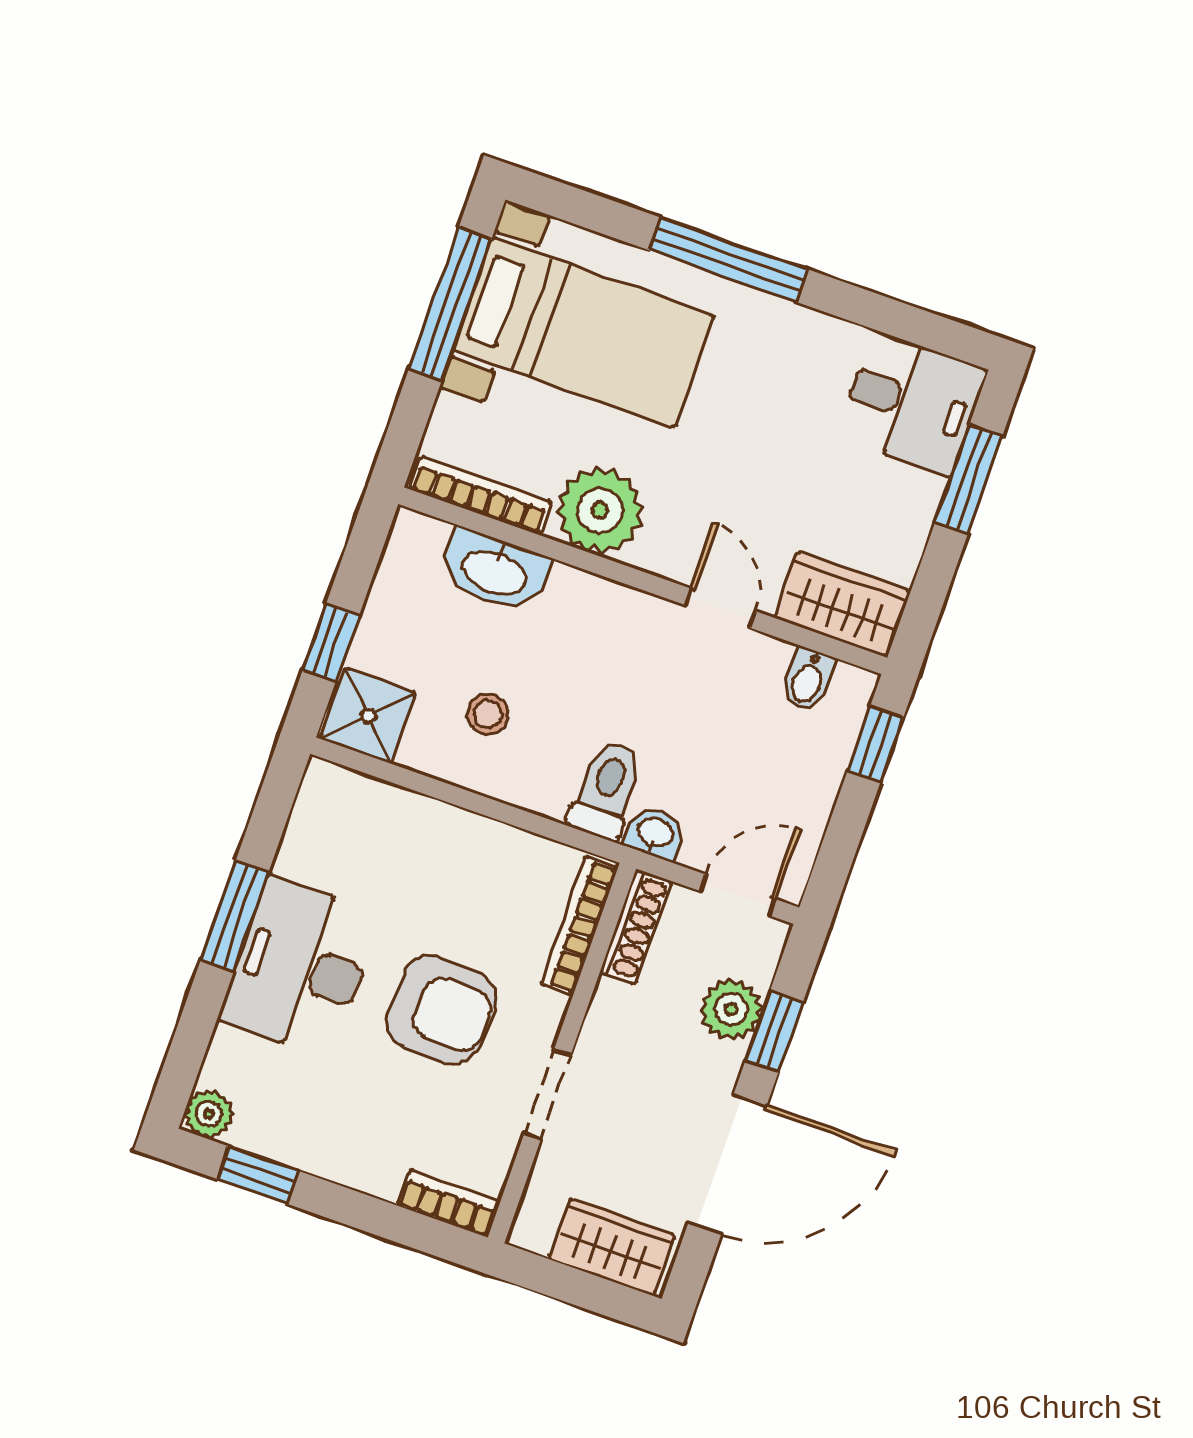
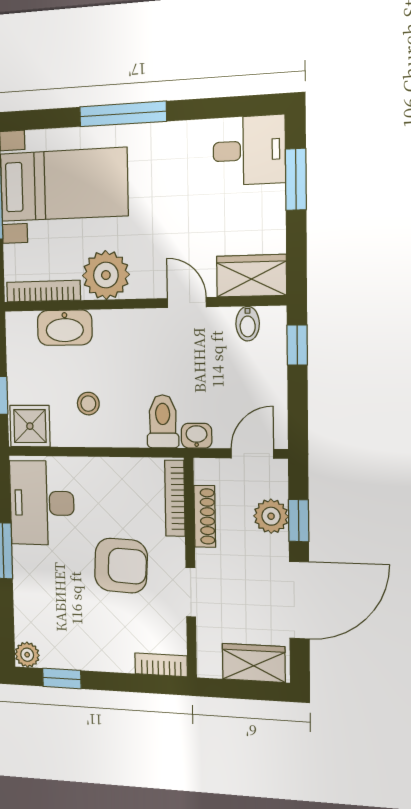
shoe rack: (636, 927) -> (205, 516), moved
desk: (300, 967) -> (42, 503), moved

